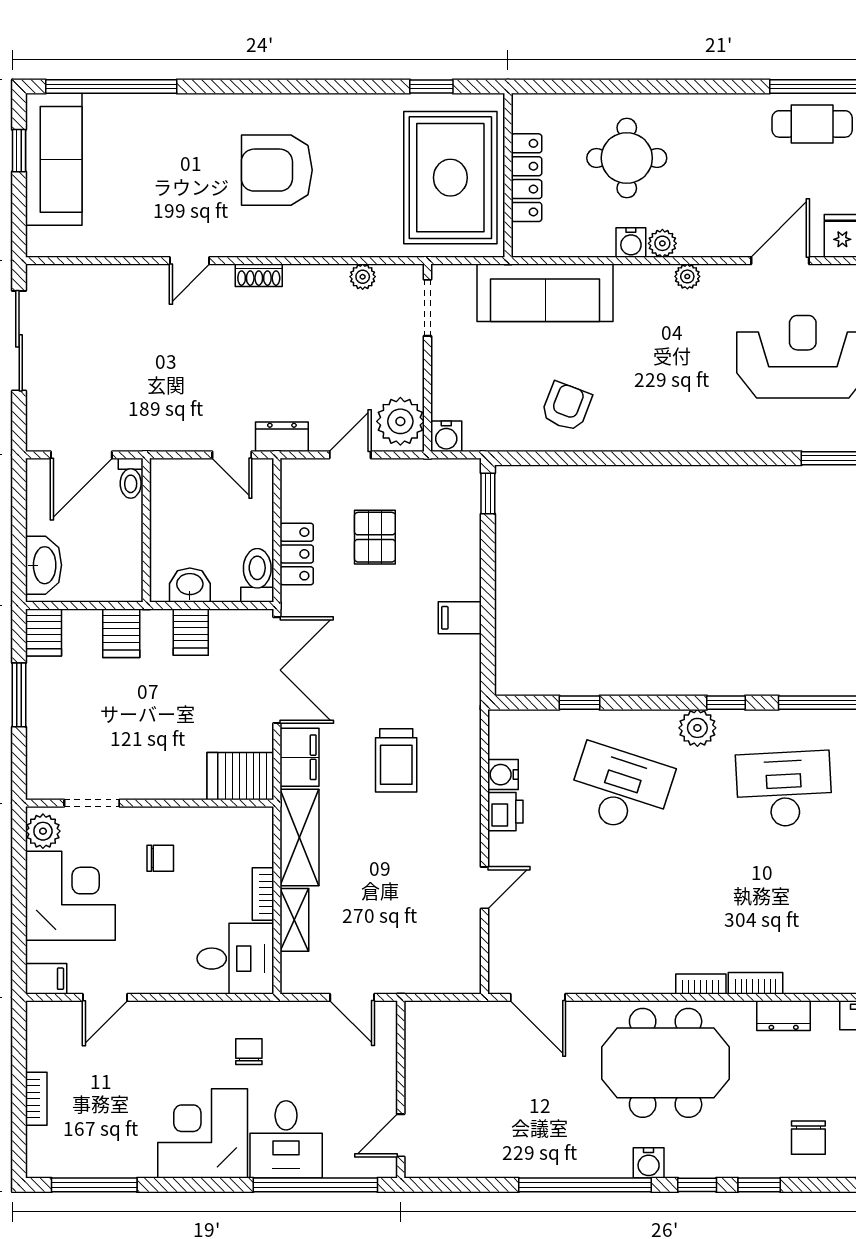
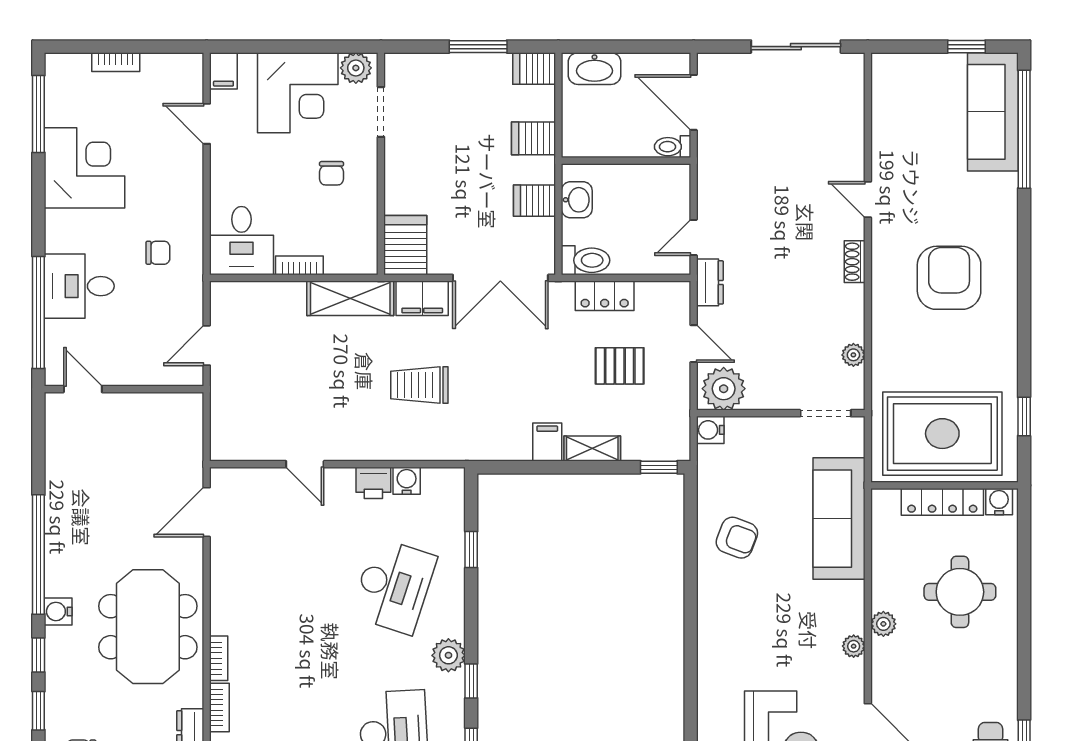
sofa: (54, 159) -> (993, 112), moved, turned 90
water cooler: (631, 243) -> (999, 502), moved, turned 90
shelving: (294, 920) -> (592, 449), moved
corner desk: (203, 1133) -> (85, 168), moved

